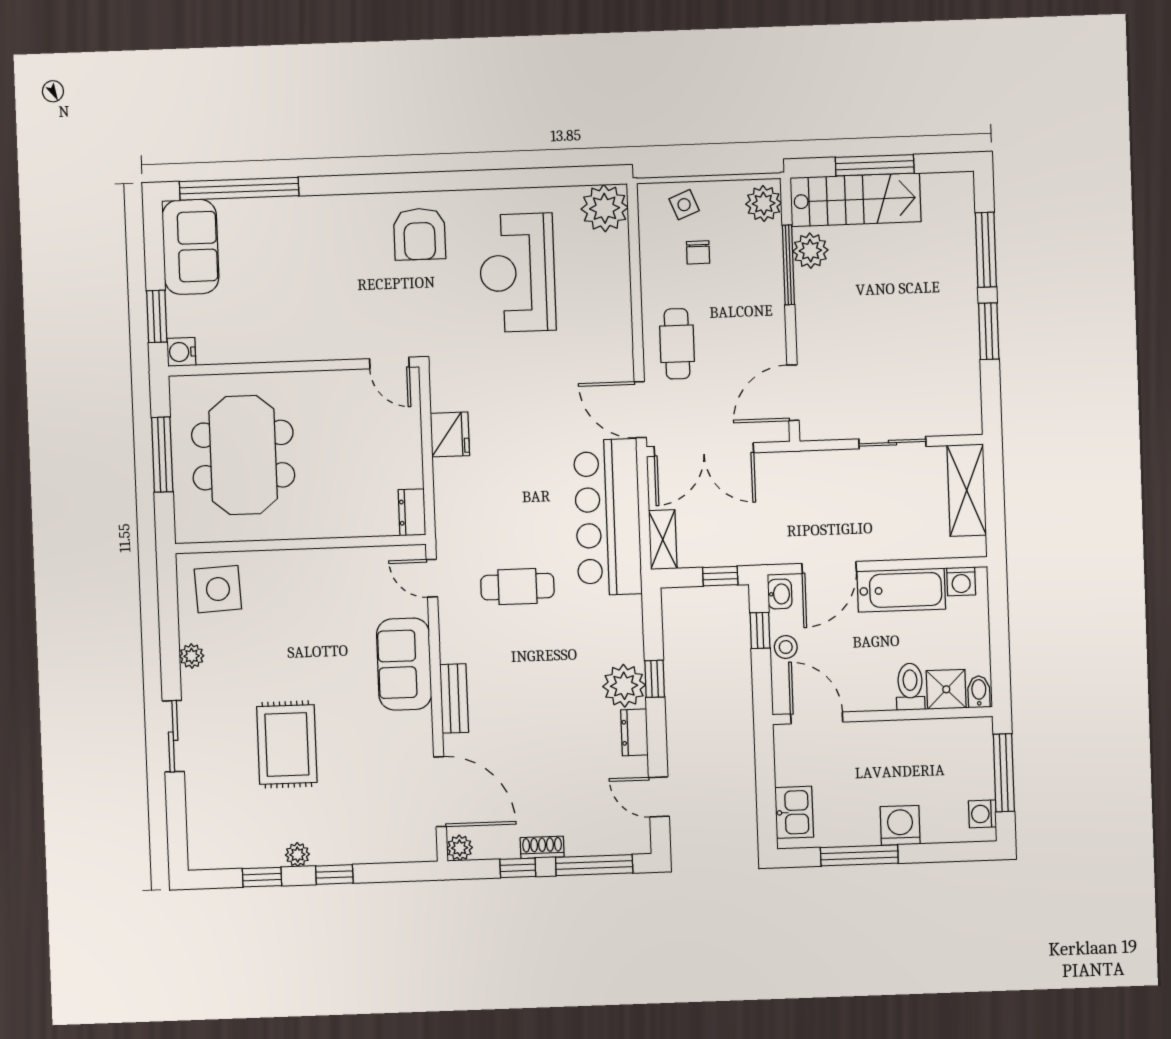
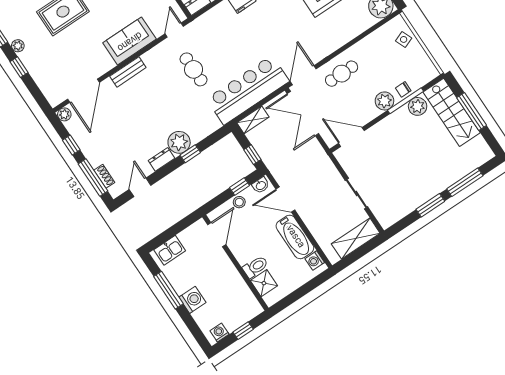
plant: (764, 203) -> (384, 101), moved
chair: (698, 252) -> (403, 89), moved
bidet: (979, 692) -> (272, 298), removed
window: (1004, 773) -> (243, 331), width x0.46
shoe rack: (542, 847) -> (104, 176), moved

